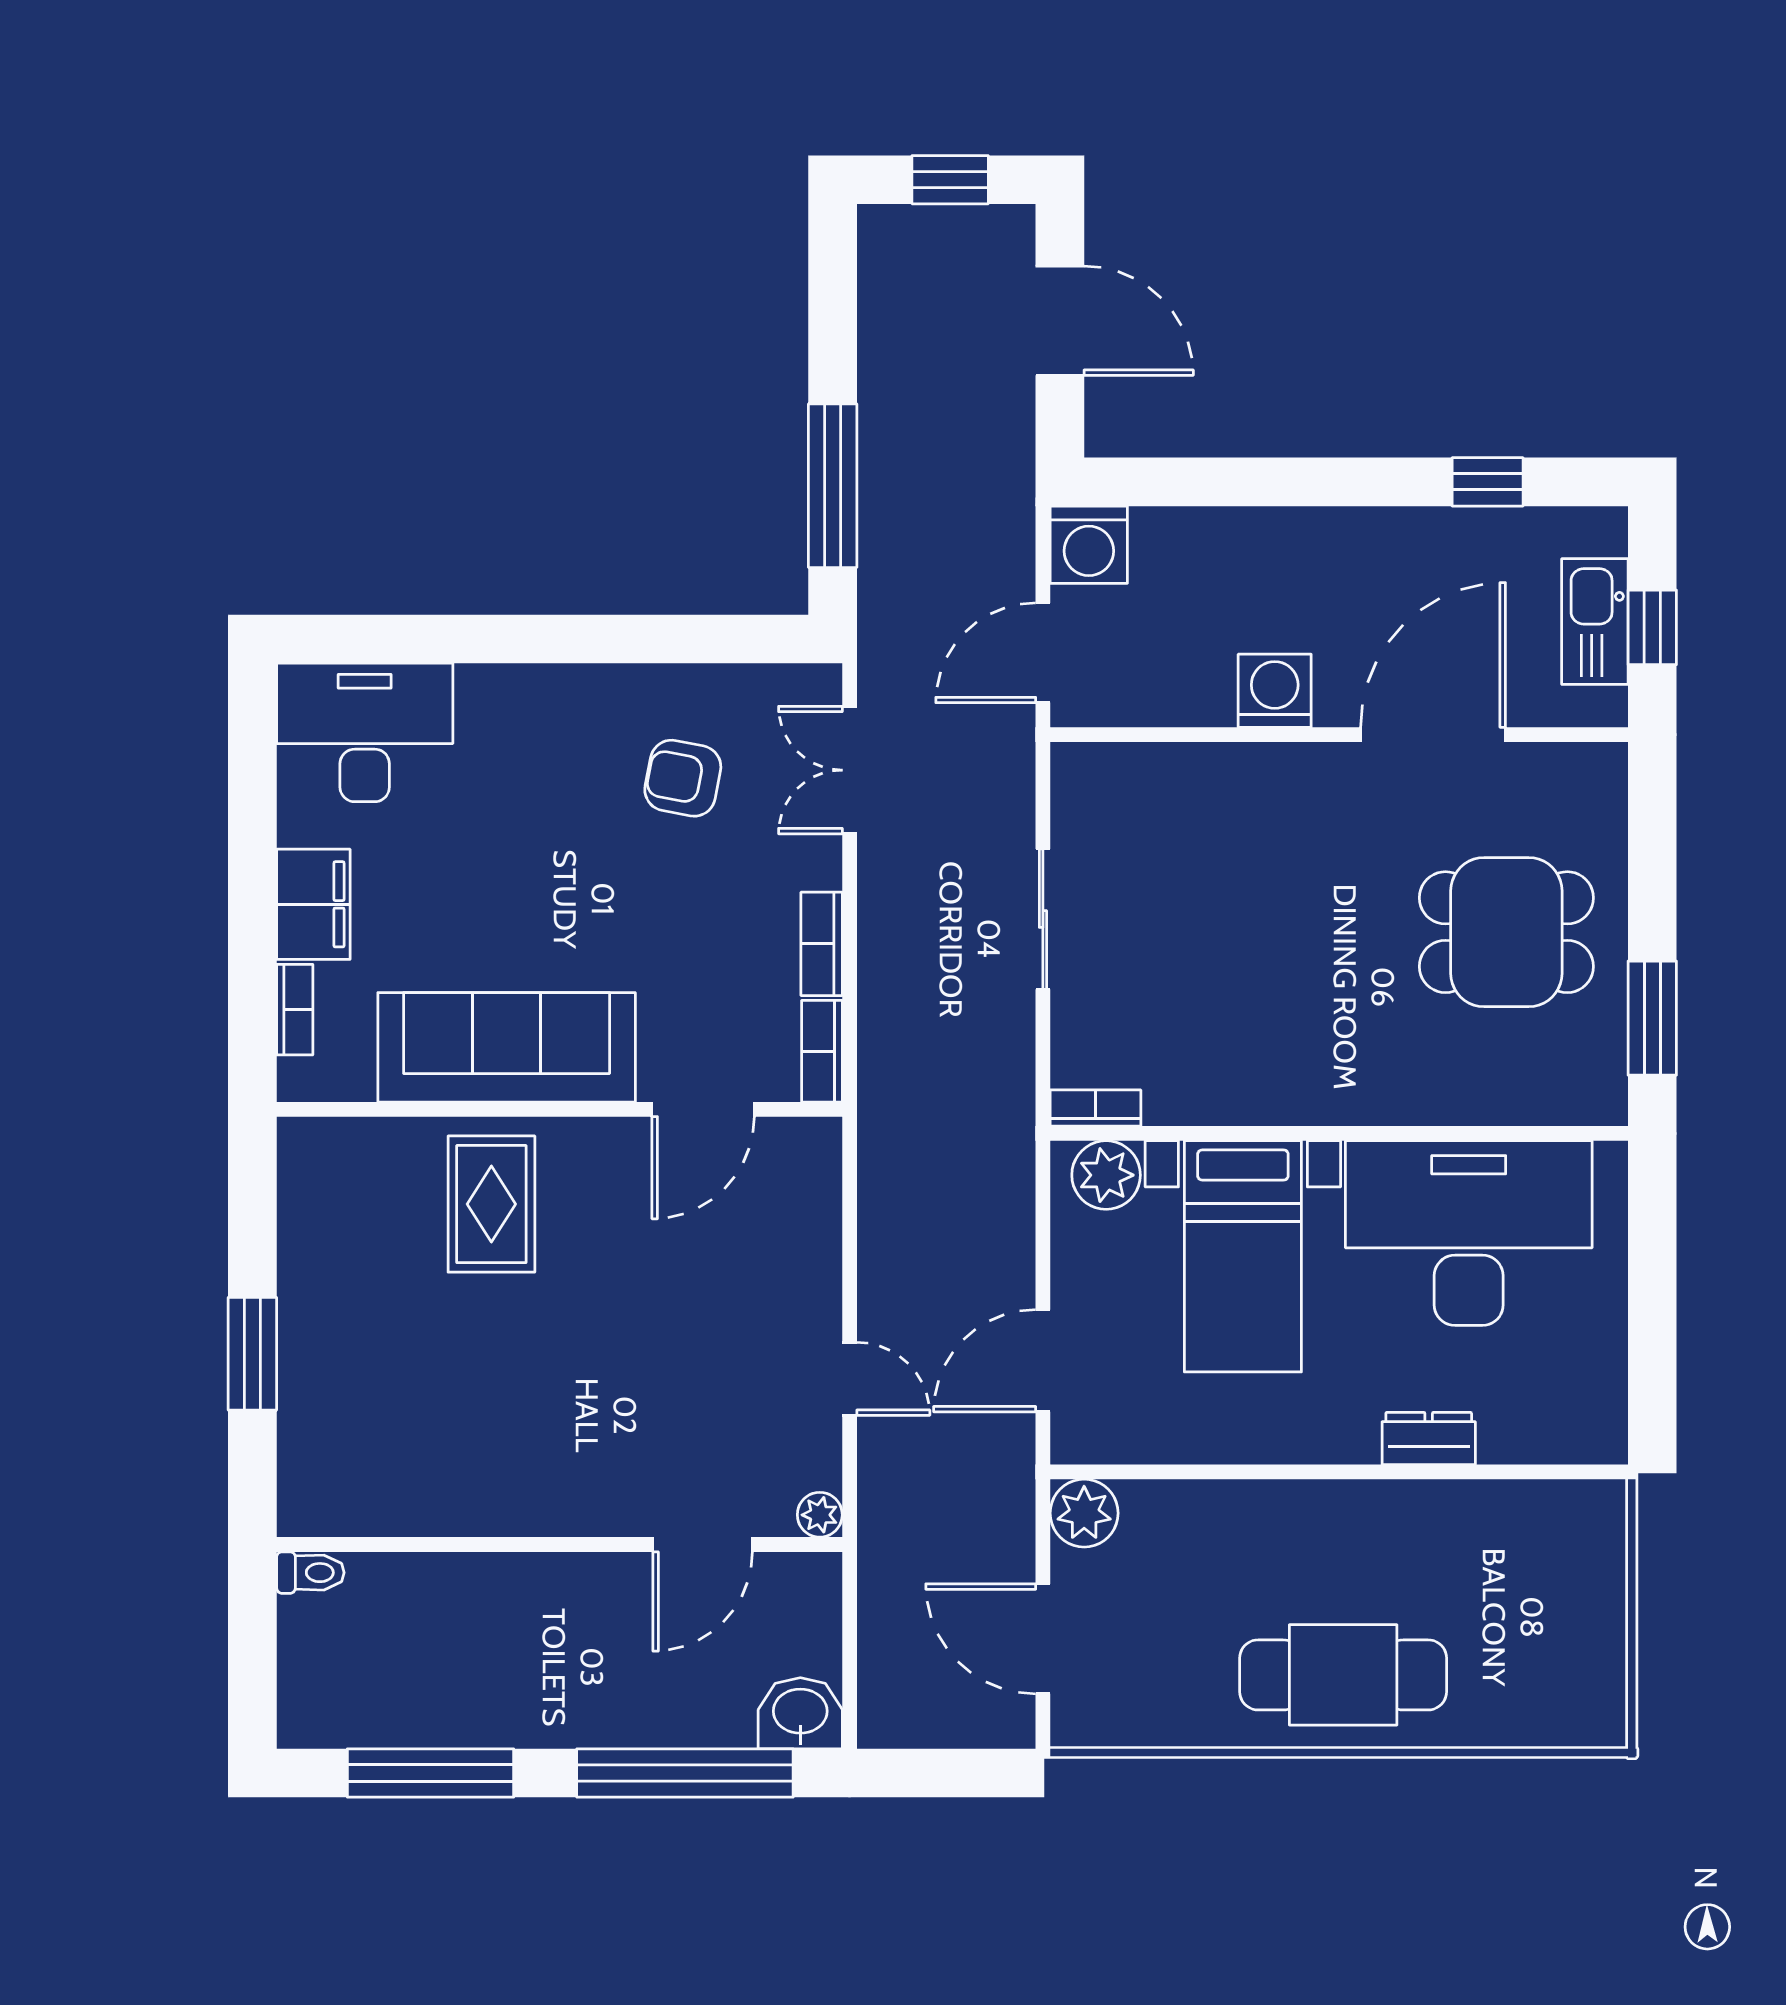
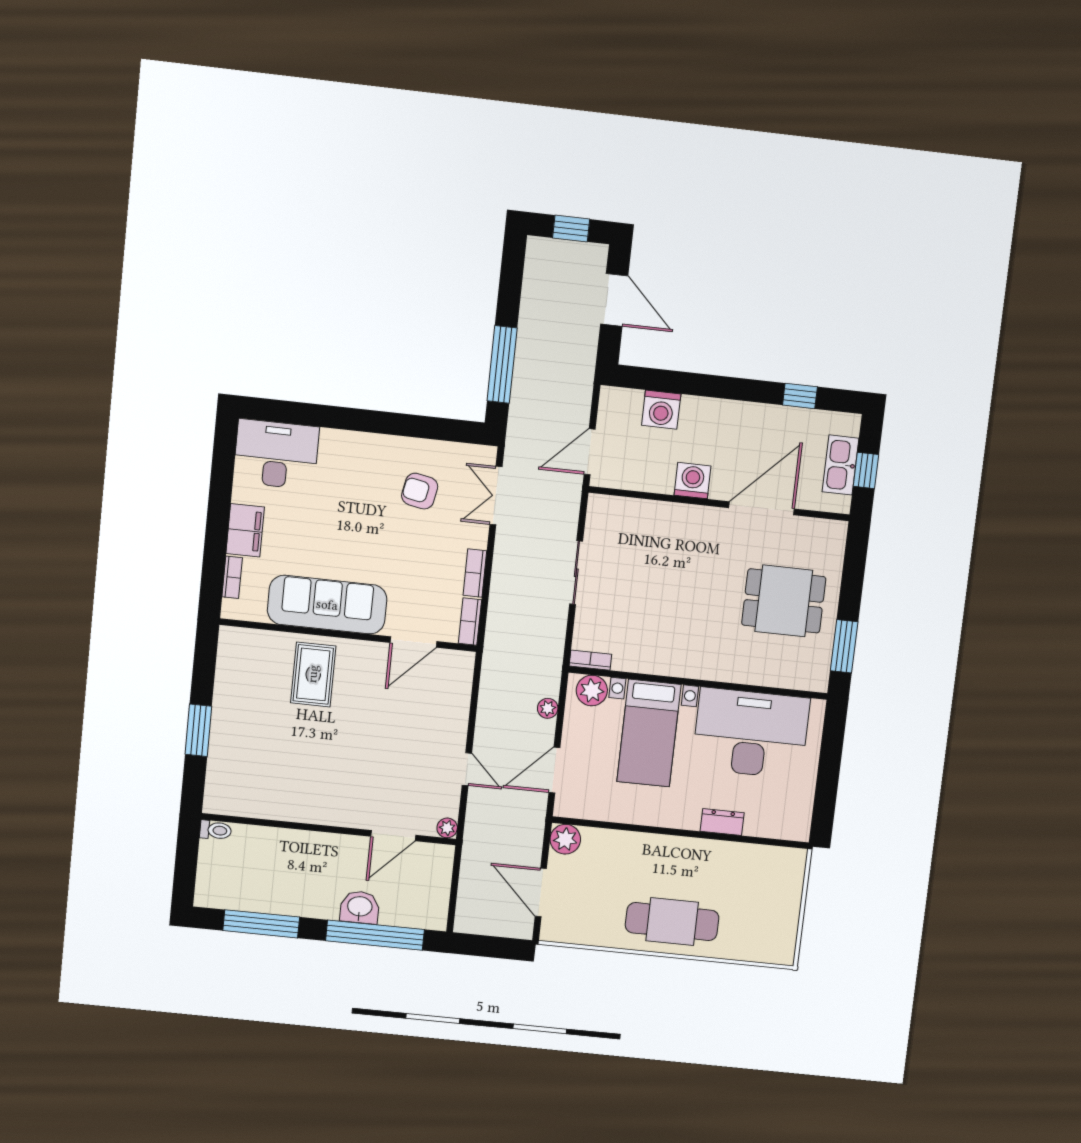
washing machine: (1089, 545) -> (661, 410), moved
plant: (1013, 1225) -> (548, 708), added
washbasin: (800, 1713) -> (360, 907), moved

